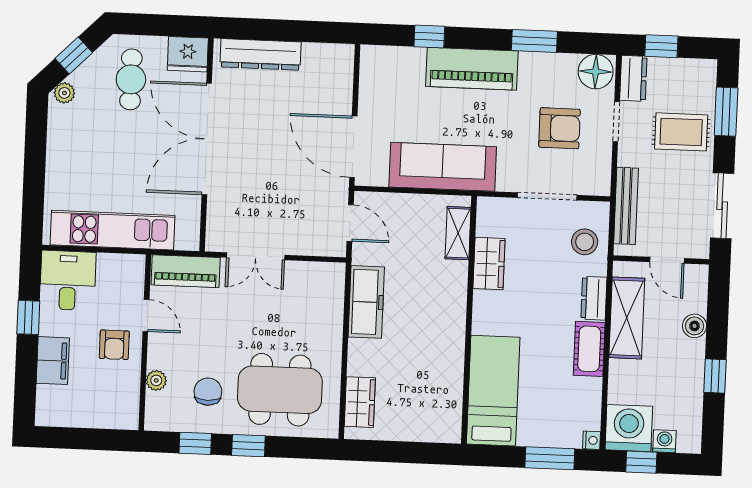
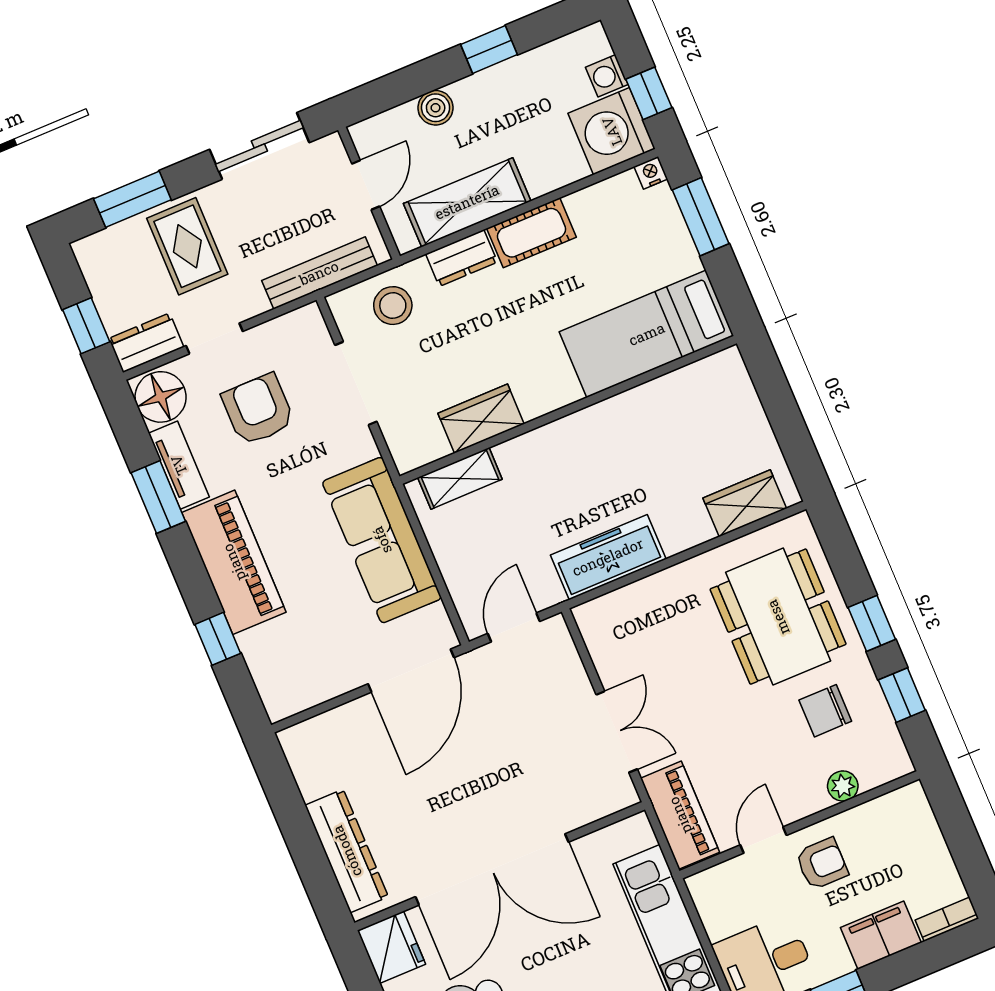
tv unit: (548, 63) -> (179, 465), added
bookcase: (43, 406) -> (947, 919), added

